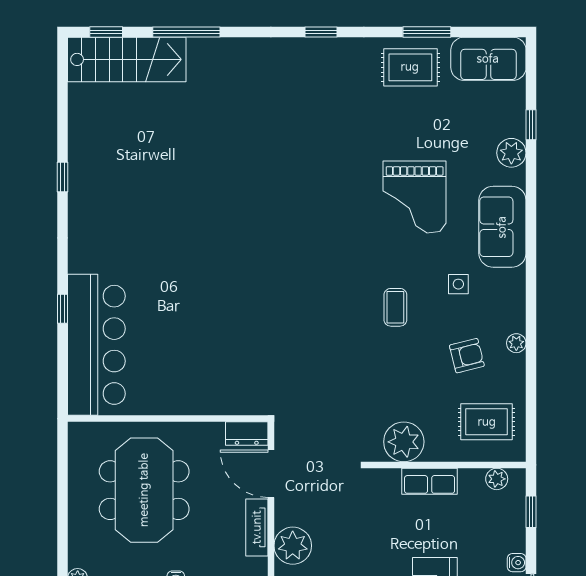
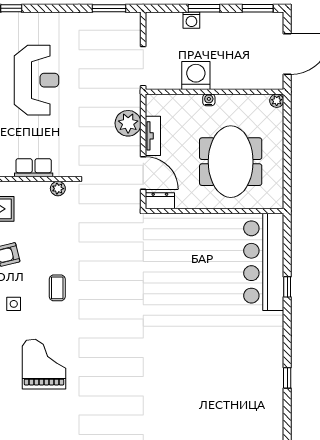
plant: (404, 442) -> (58, 189), width x0.53, depth x0.53

